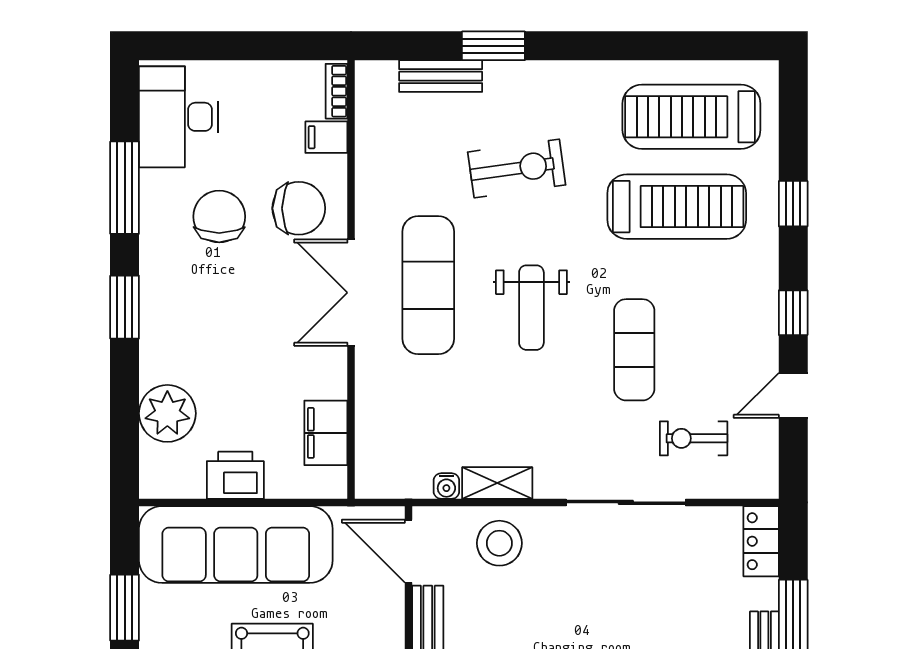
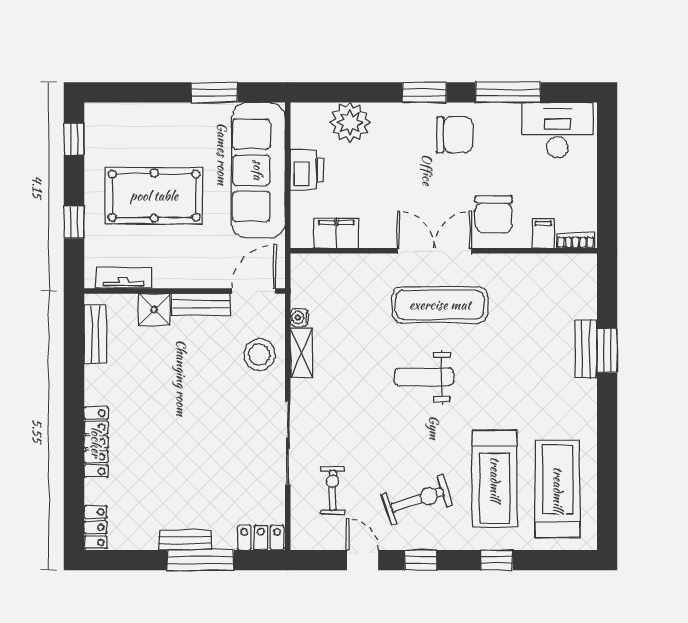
bench: (441, 76) -> (586, 349), moved
exercise bike: (517, 168) -> (417, 500), moved, turned -100
chair: (219, 217) -> (455, 135), moved
exercise mat: (634, 350) -> (395, 449), removed

